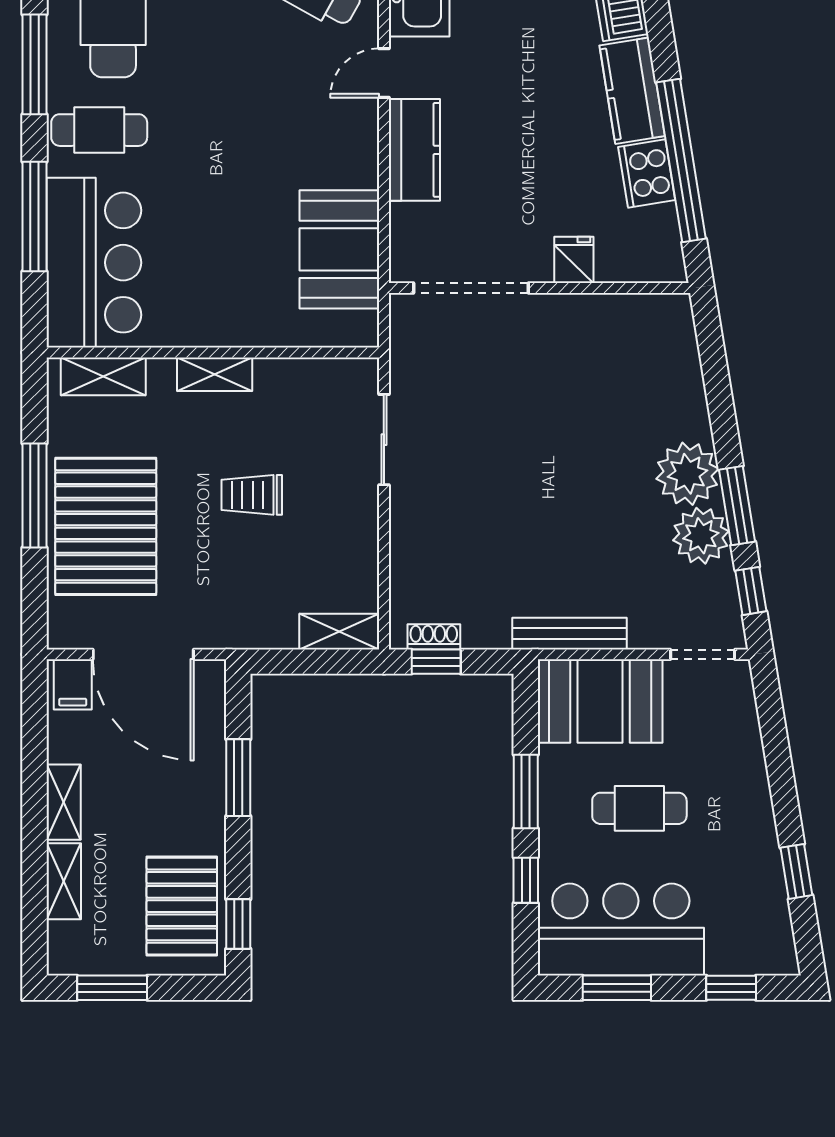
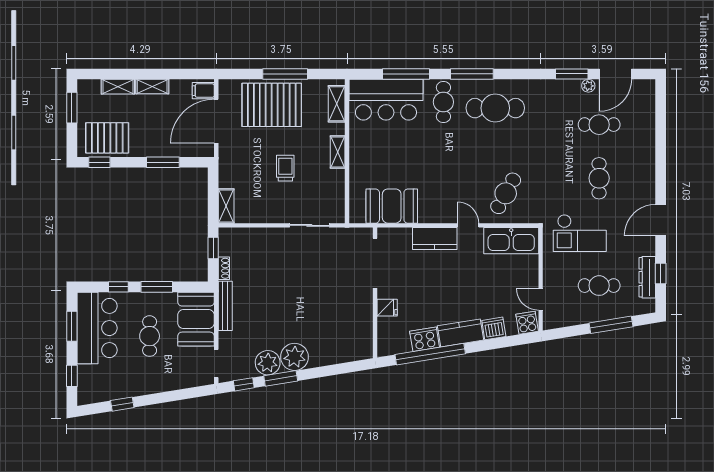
shoe rack: (434, 637) -> (224, 268), moved

